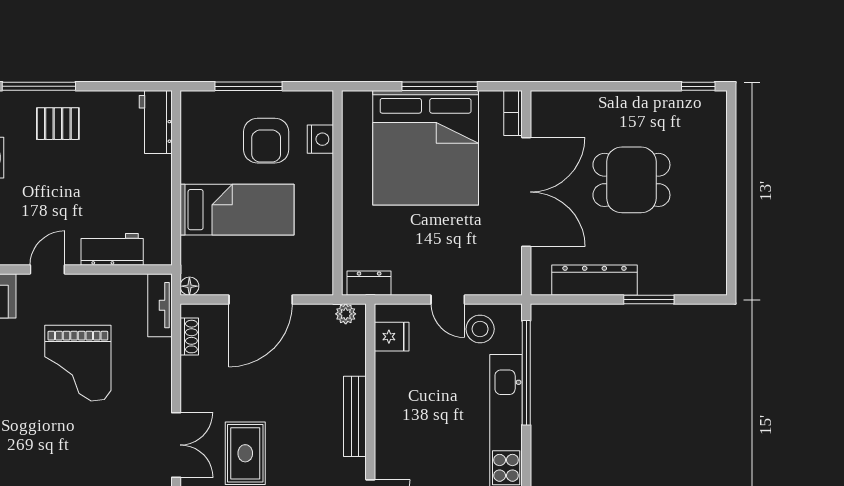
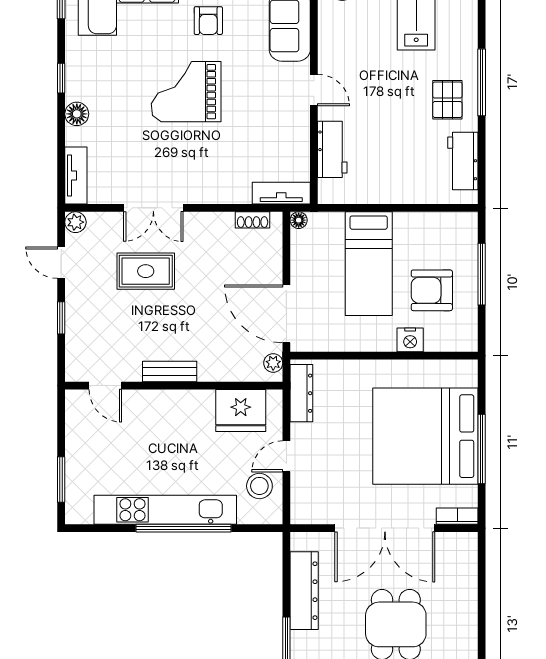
workbench: (156, 122) -> (463, 161), moved, turned -90
nightstand: (320, 139) -> (410, 340), moved
dresser: (369, 283) -> (301, 393), width x1.44
door: (261, 300) -> (286, 314), moved
fridge: (392, 337) -> (241, 410), width x1.88, depth x1.34
grand piano: (78, 363) -> (186, 92), moved
window: (526, 373) -> (183, 528), moved
bench: (355, 416) -> (170, 372), width x0.73

